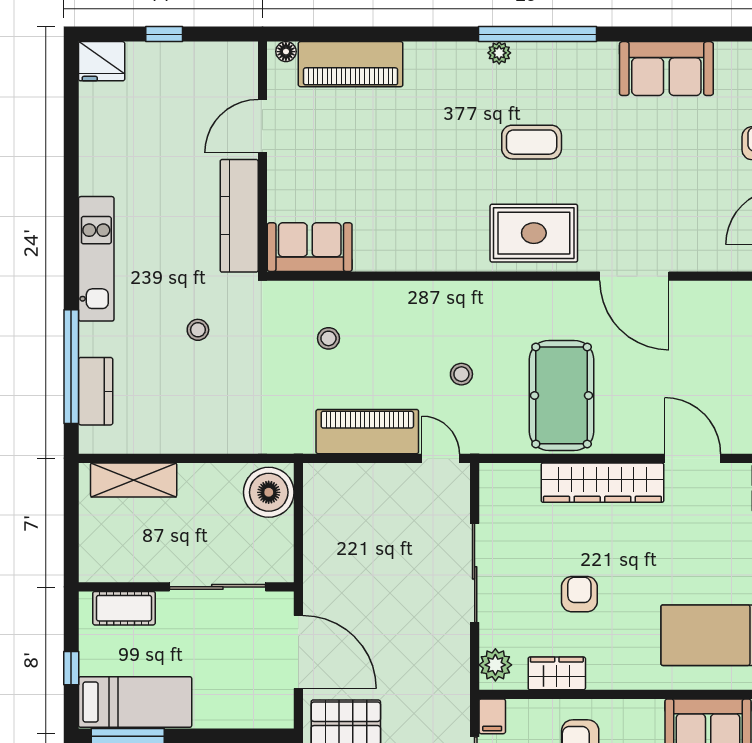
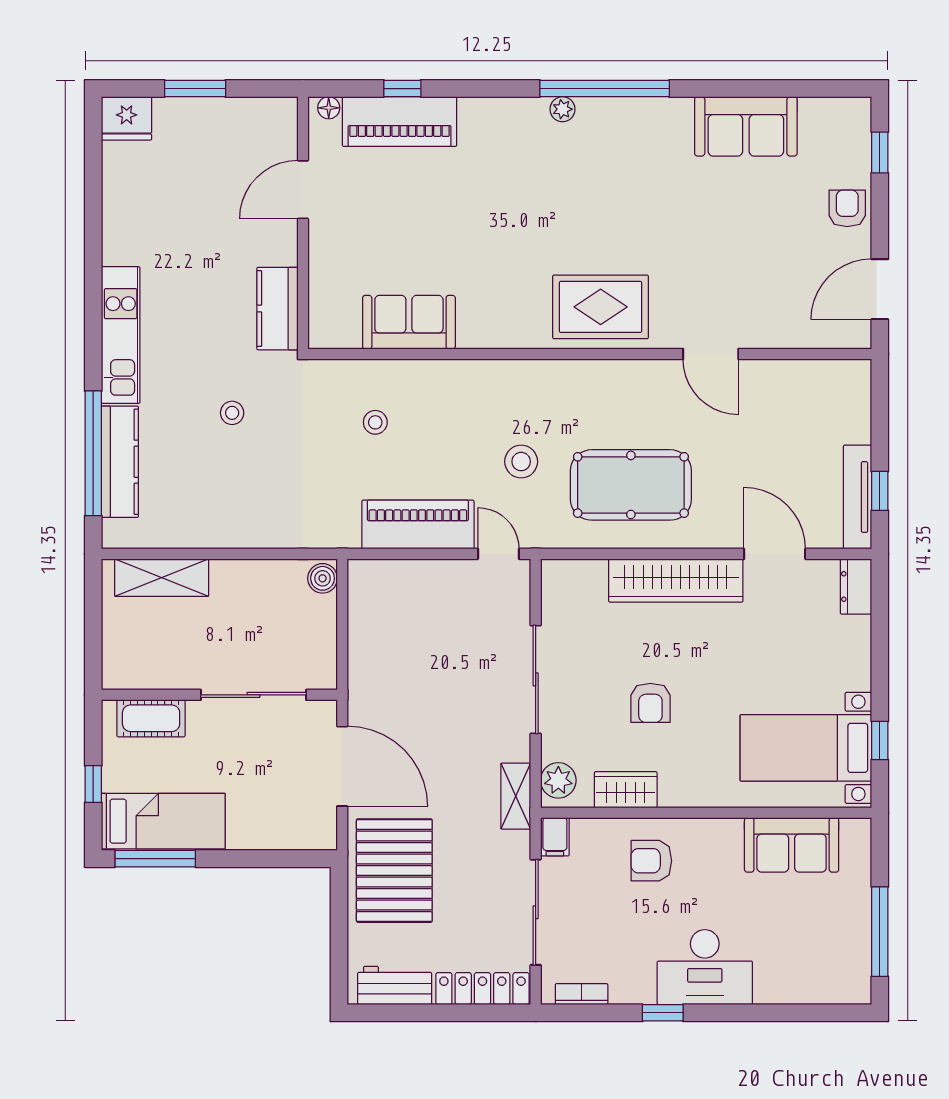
window: (164, 34) -> (195, 89), width x1.50
window: (353, 34) -> (402, 89), added
coffee table: (532, 142) -> (598, 207), removed
kitchen counter: (239, 216) -> (277, 309), width x0.67
sofa: (310, 247) -> (409, 322), moved
door: (634, 276) -> (711, 354), width x0.73
stool: (461, 374) -> (521, 462), width x1.37, depth x1.37
kitchen counter: (96, 391) -> (120, 462), width x1.50
pool table: (562, 395) -> (631, 485), turned 90
boiler: (269, 492) -> (323, 578), width x0.54, depth x0.54
armchair: (579, 594) -> (650, 703), turned 180
shelving: (457, 679) -> (516, 796), added

